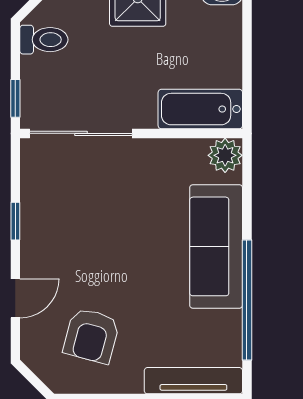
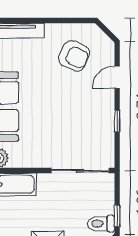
window: (15, 98) -> (117, 216), moved
armchair: (91, 336) -> (74, 56), turned 100

